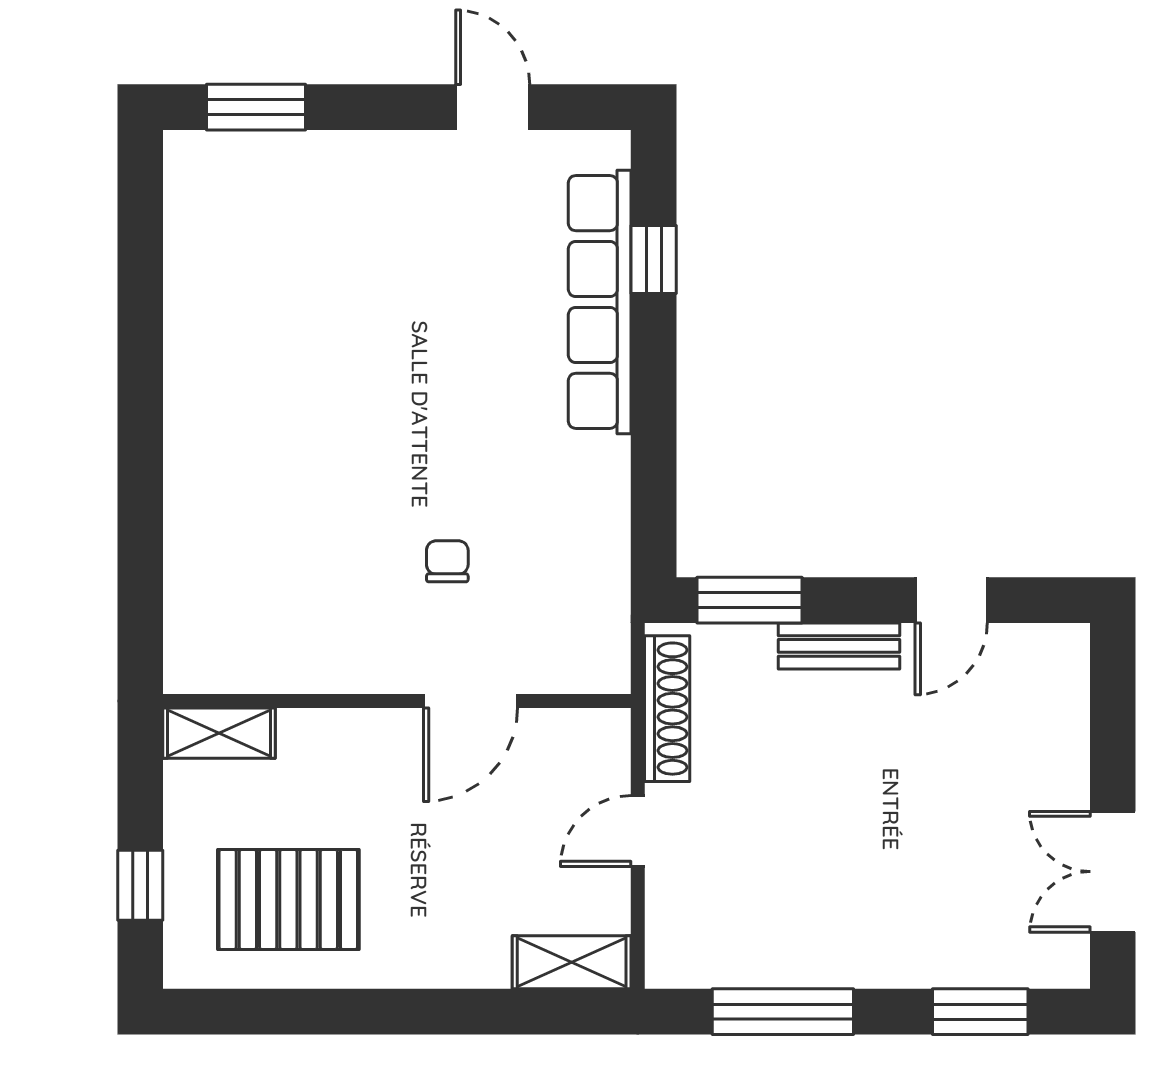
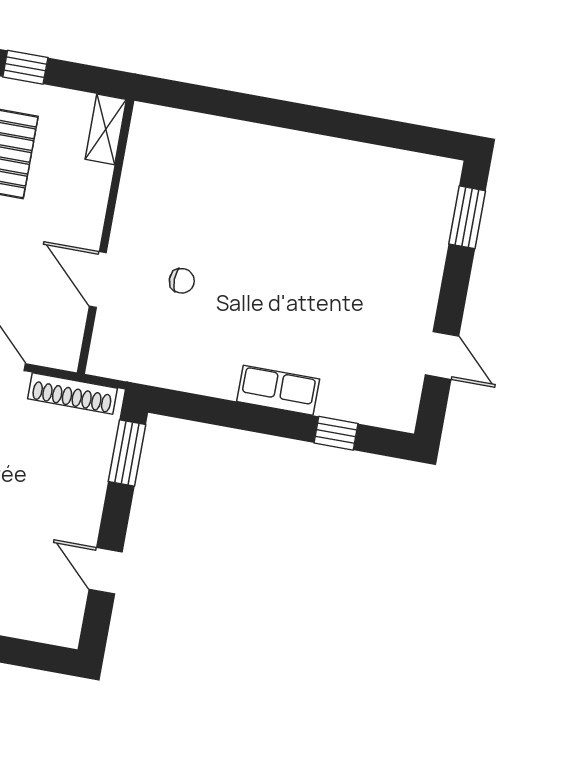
door: (493, 107) -> (442, 355), hinge flipped
row of seats: (600, 302) -> (278, 390), width x0.50
bench: (839, 646) -> (91, 500), removed

